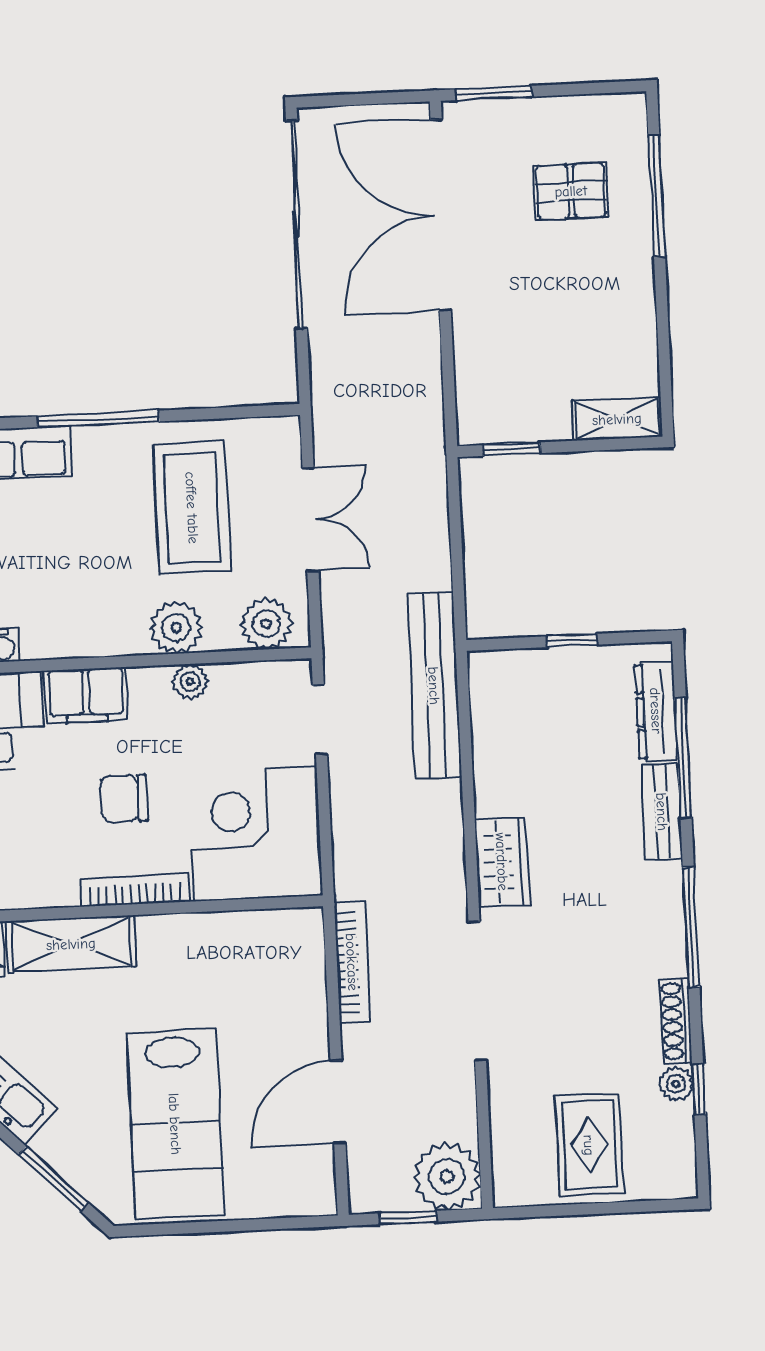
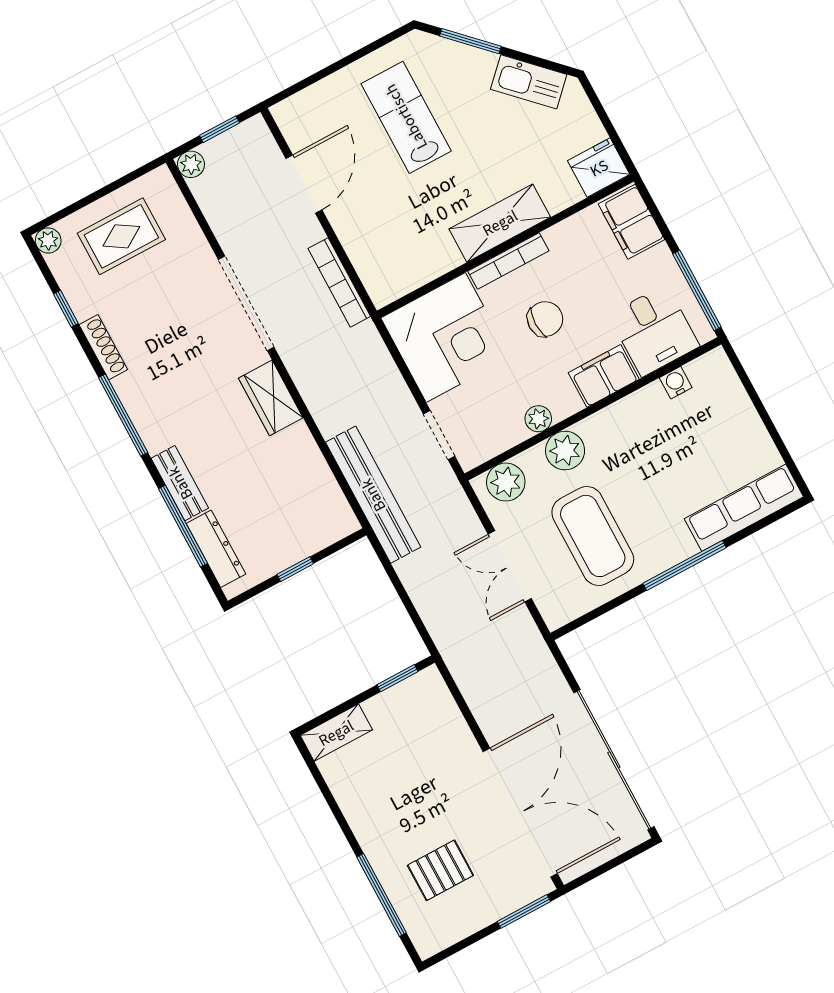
shelving: (71, 944) -> (500, 223), moved
plant: (676, 1084) -> (48, 240), moved
lab bench: (175, 1124) -> (406, 117), width x0.73, depth x0.72
rug: (589, 1145) -> (121, 236), turned 90
plant: (447, 1177) -> (191, 164), width x0.53, depth x0.53

